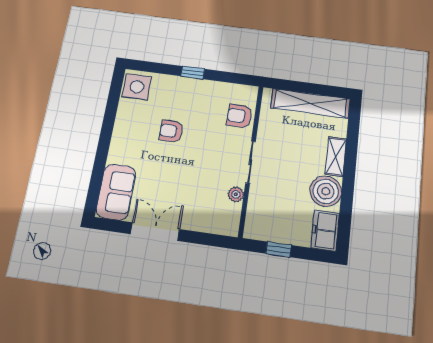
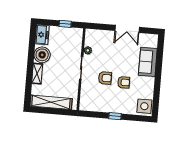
armchair: (239, 116) -> (105, 78), moved
sofa: (116, 192) -> (148, 62), moved

